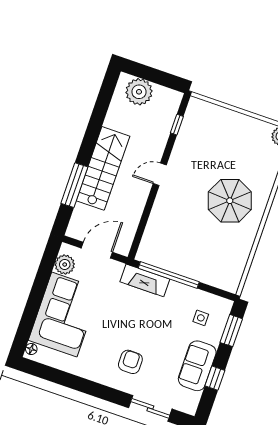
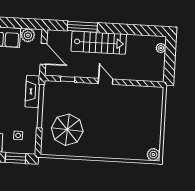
plant: (139, 92) -> (161, 48), width x0.53, depth x0.53
window: (177, 125) -> (68, 79), moved
parasol: (230, 201) -> (67, 130), moved

